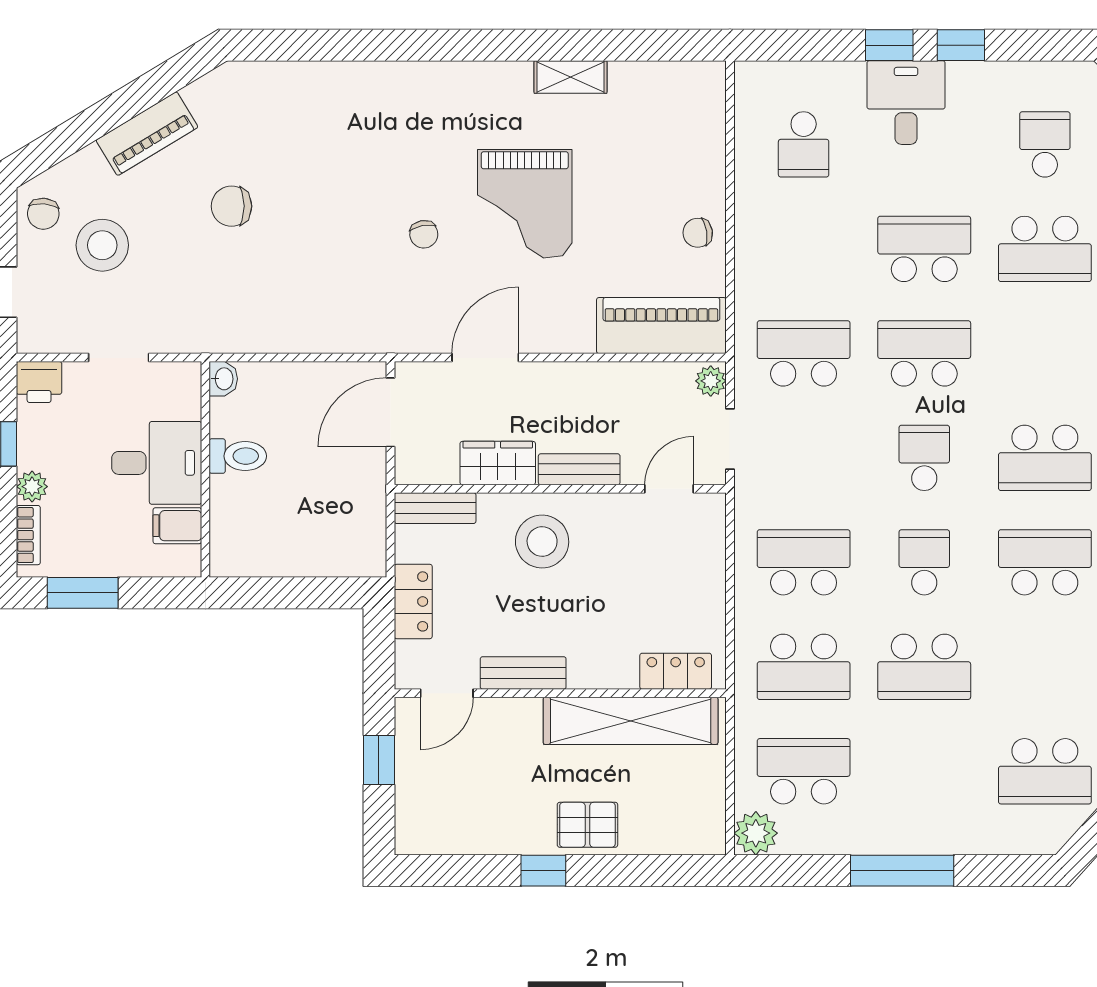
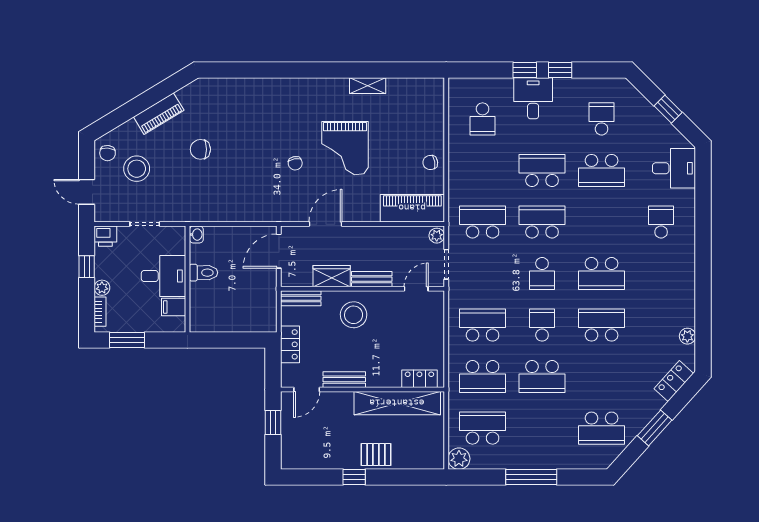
school desk: (924, 458) -> (542, 274), turned 180

